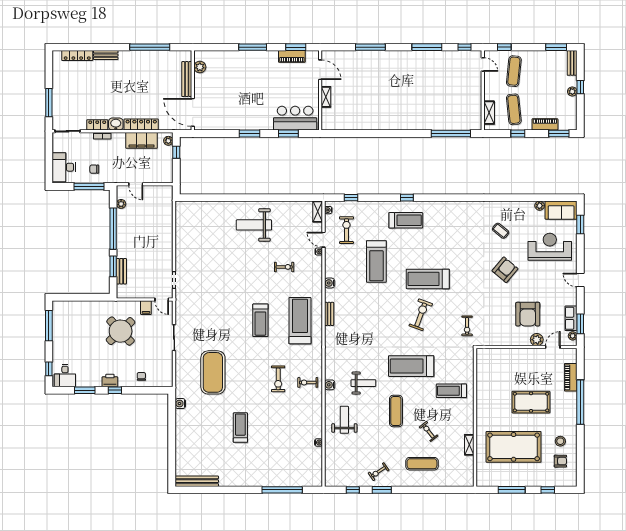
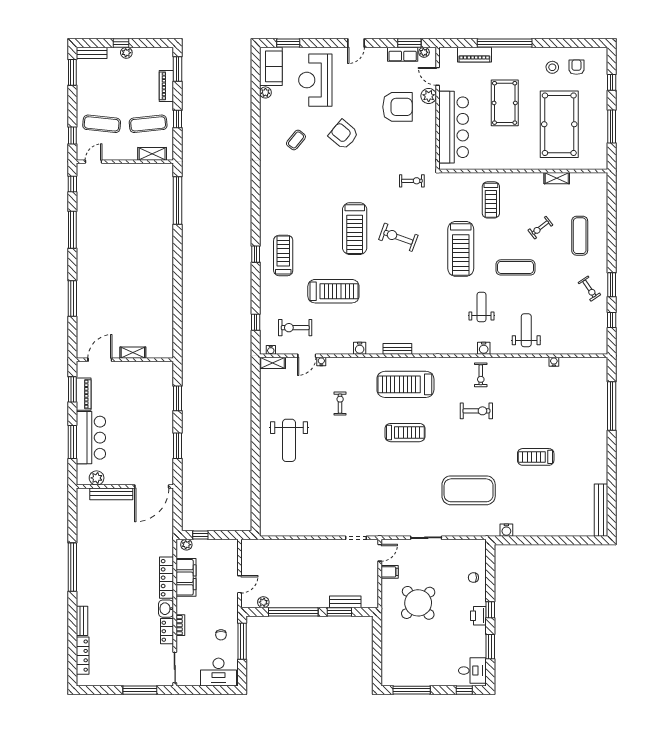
plant: (200, 67) -> (97, 478), moved
bench: (187, 79) -> (111, 494), moved
wall: (193, 90) -> (125, 487), moved
door: (193, 112) -> (152, 487), moved
bar counter: (295, 118) -> (91, 438), moved, turned 180
bar counter: (511, 360) -> (454, 127), added
weight bench: (344, 420) -> (526, 330), turned 90

